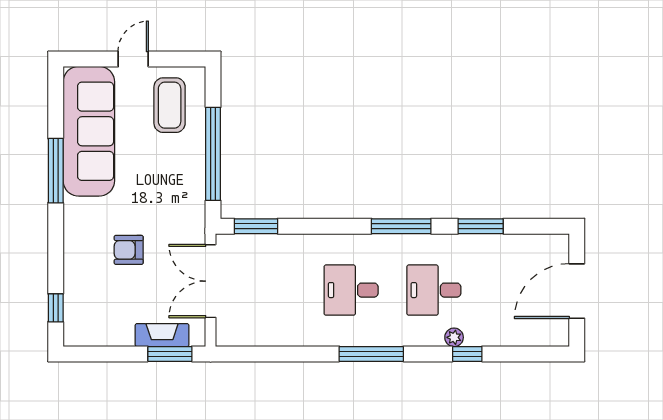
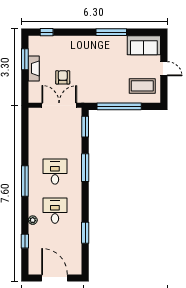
sofa: (89, 131) -> (144, 45), width x0.54, depth x0.79
window: (401, 226) -> (85, 168), moved
armchair: (129, 250) -> (63, 77), moved
fireplace: (162, 335) -> (34, 68), moved
window: (170, 354) -> (25, 59), moved
window: (467, 354) -> (25, 241), moved

